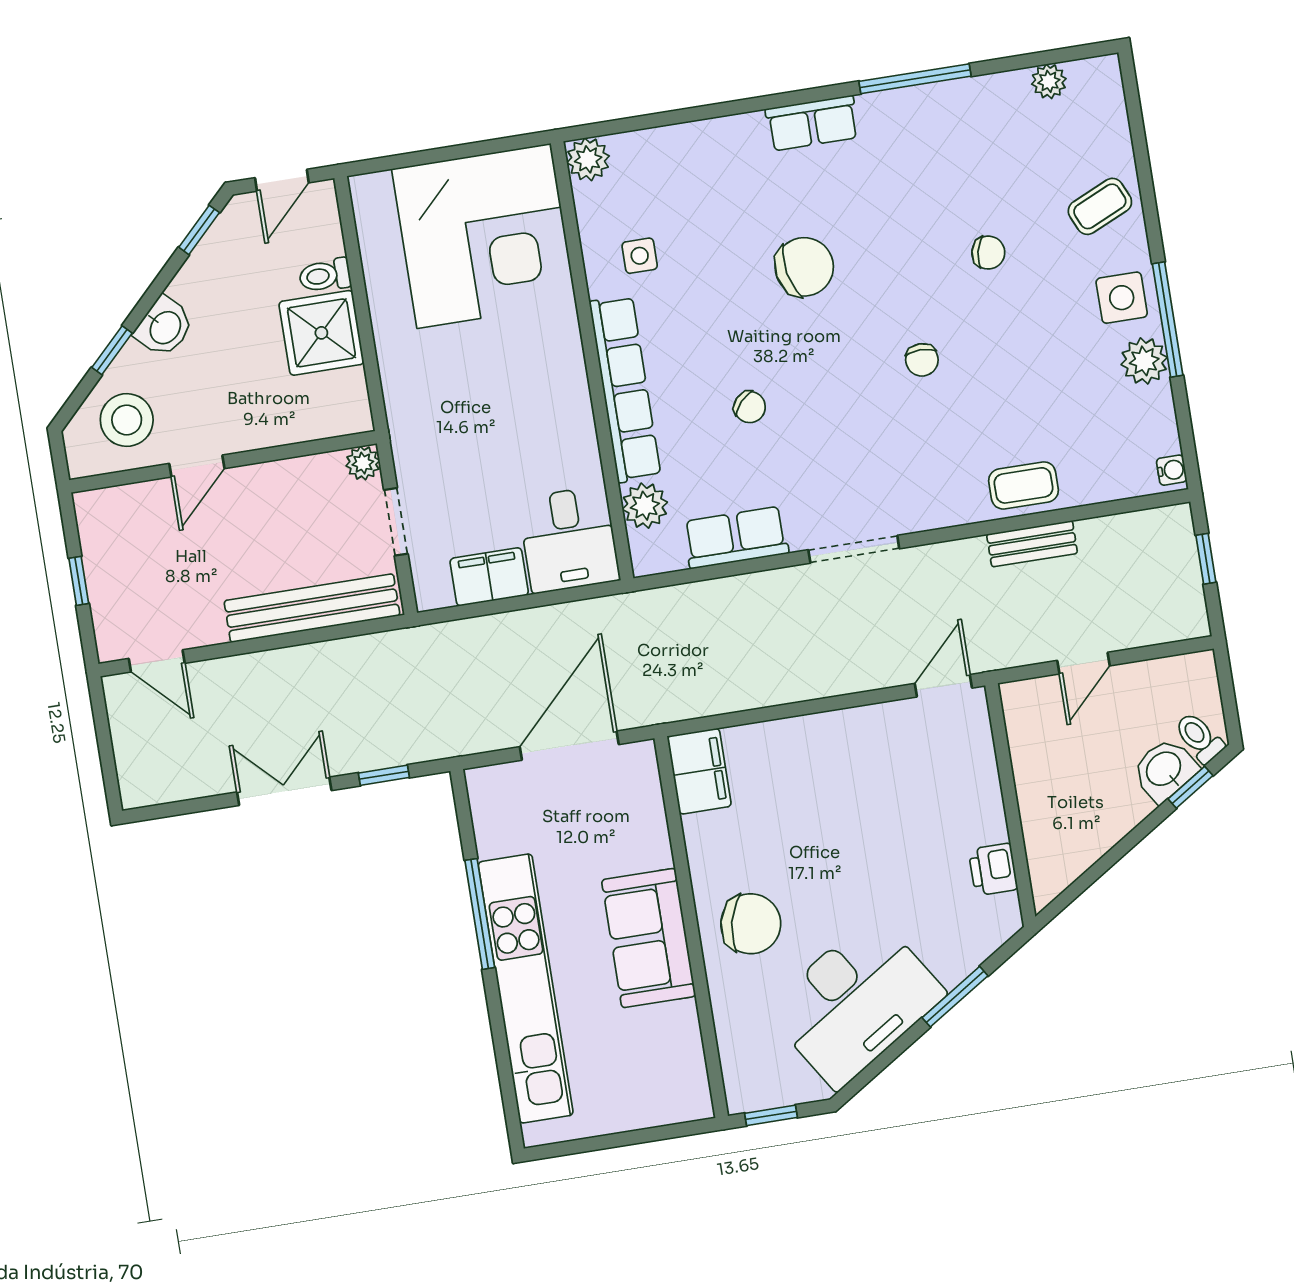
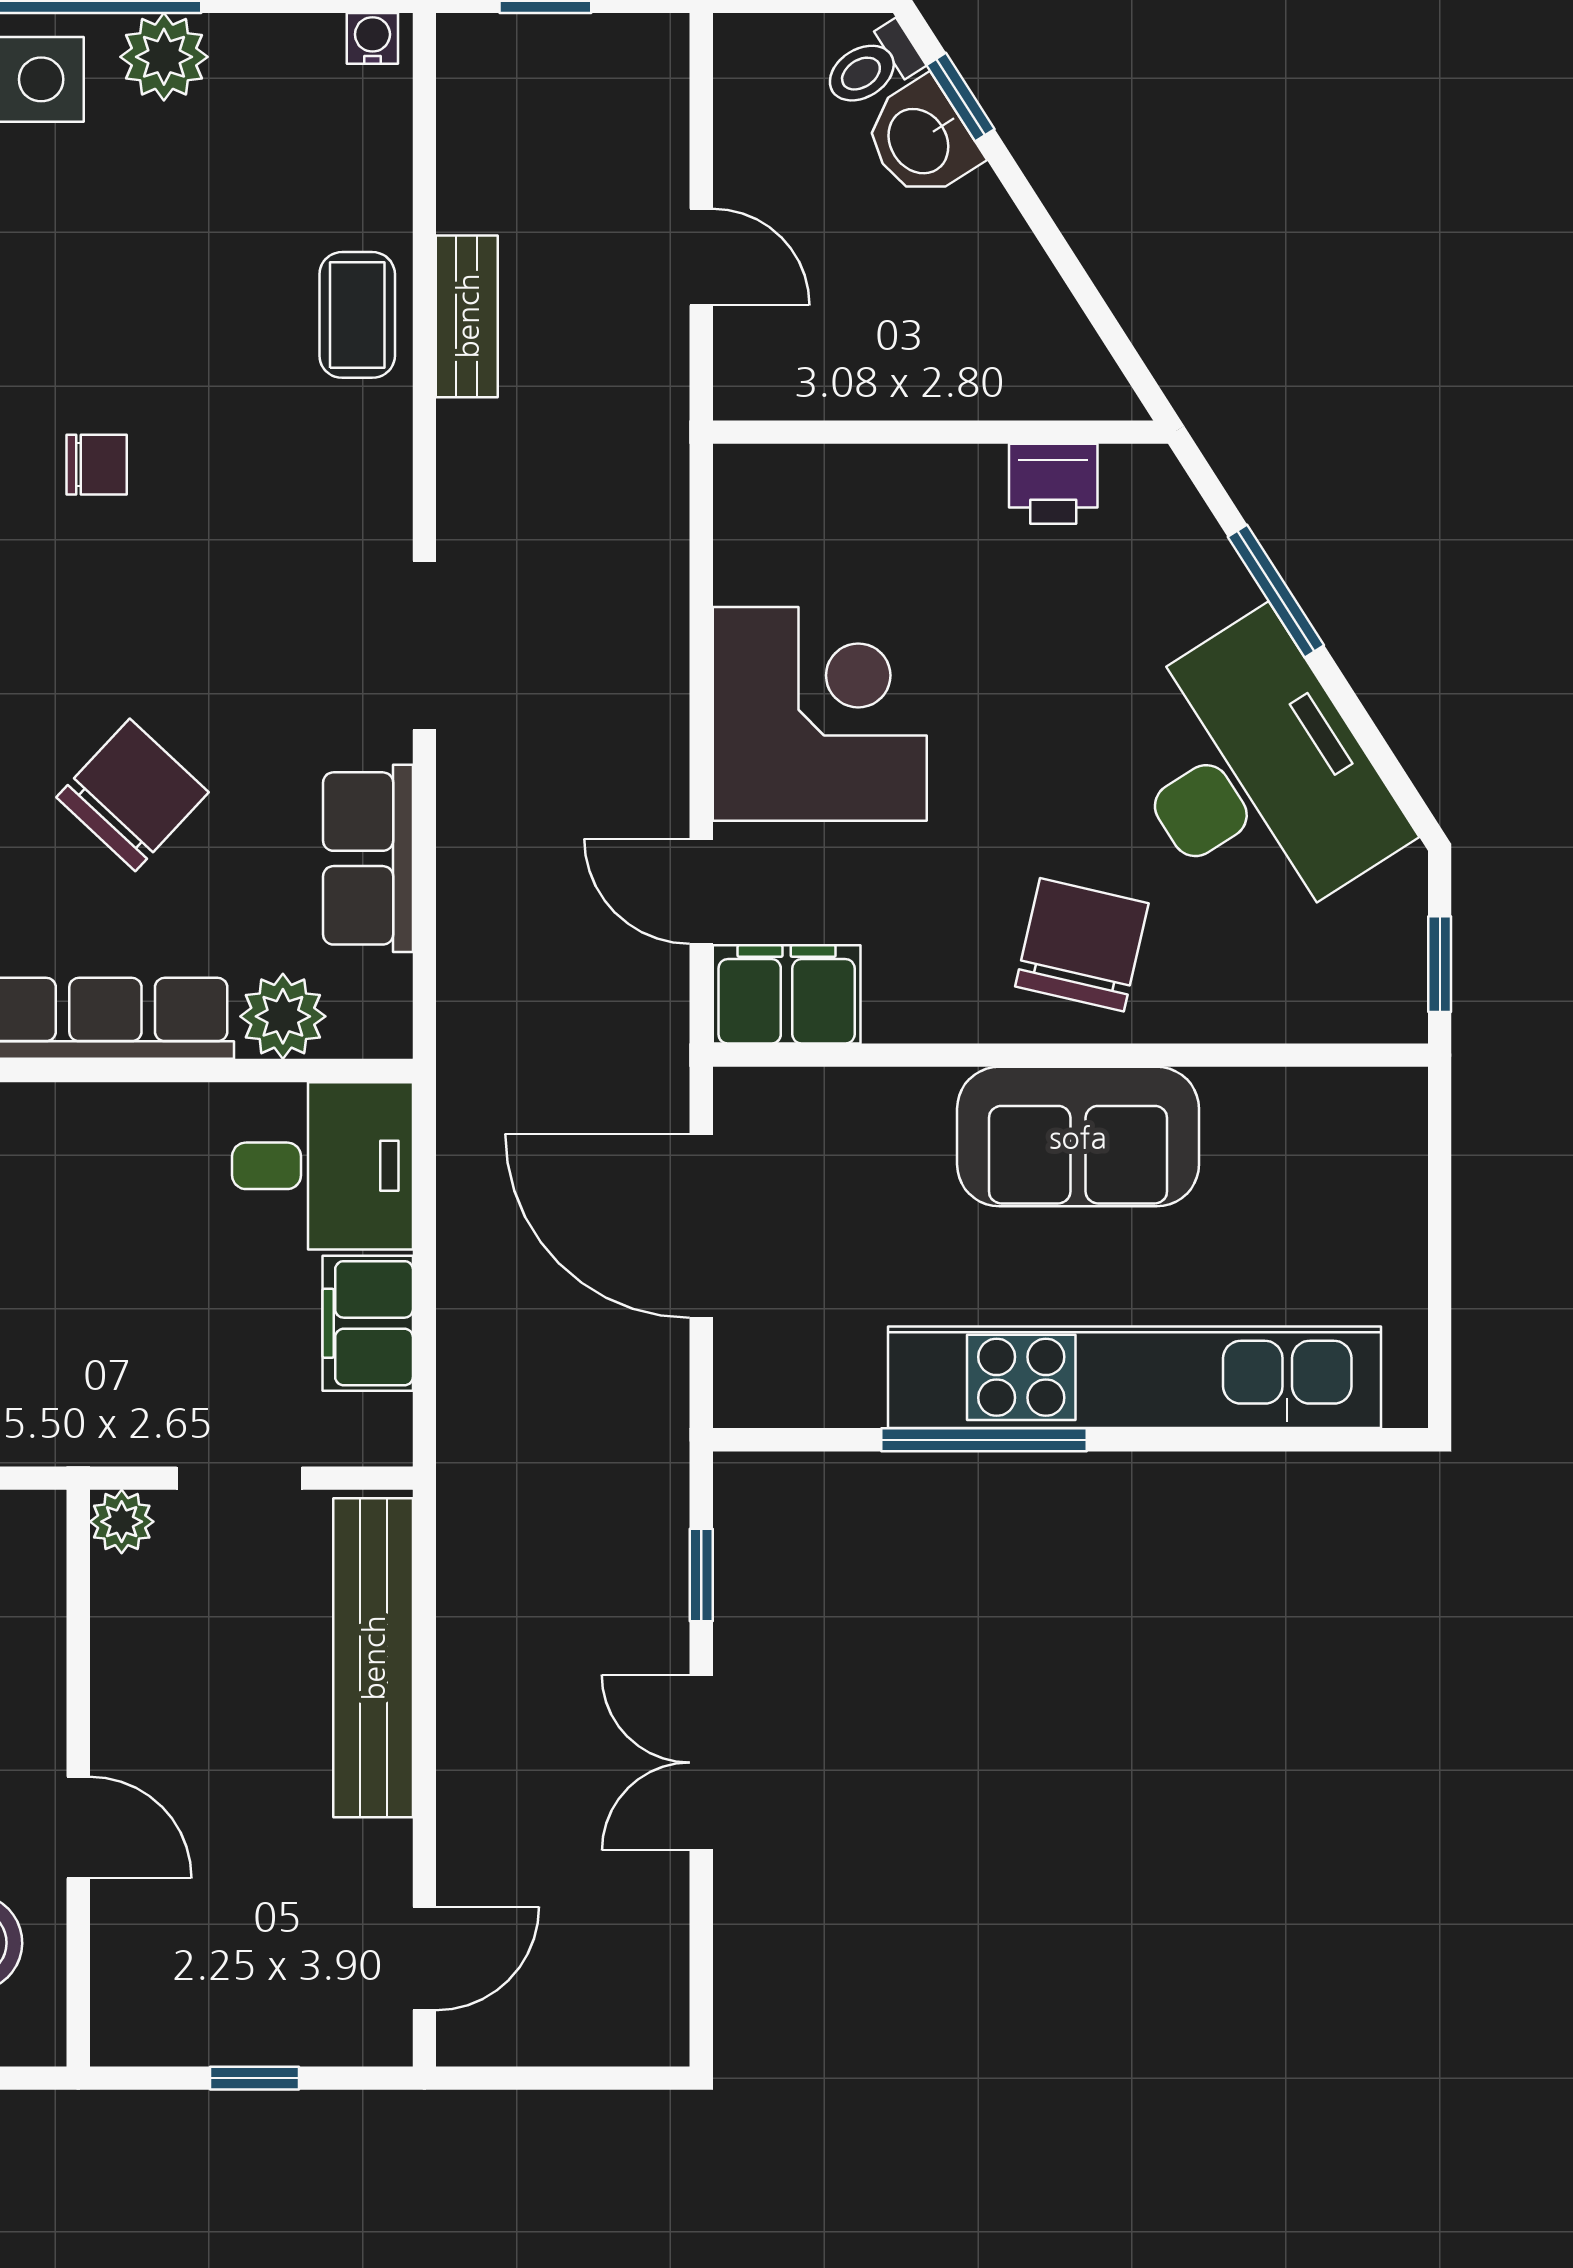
chair: (750, 407) -> (133, 795), width x1.87, depth x1.87
door: (943, 686) -> (701, 891), moved
corner desk: (851, 765) -> (820, 714), added

